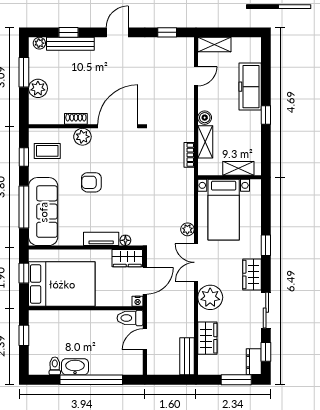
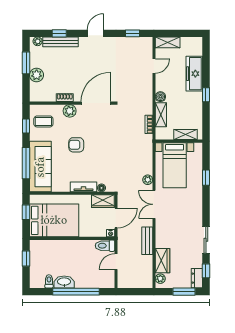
window: (266, 245) -> (206, 178), moved
wardrobe: (252, 275) -> (196, 213), removed
plant: (210, 297) -> (160, 279), moved, width x0.53, depth x0.53
bench: (187, 356) -> (147, 241), moved

